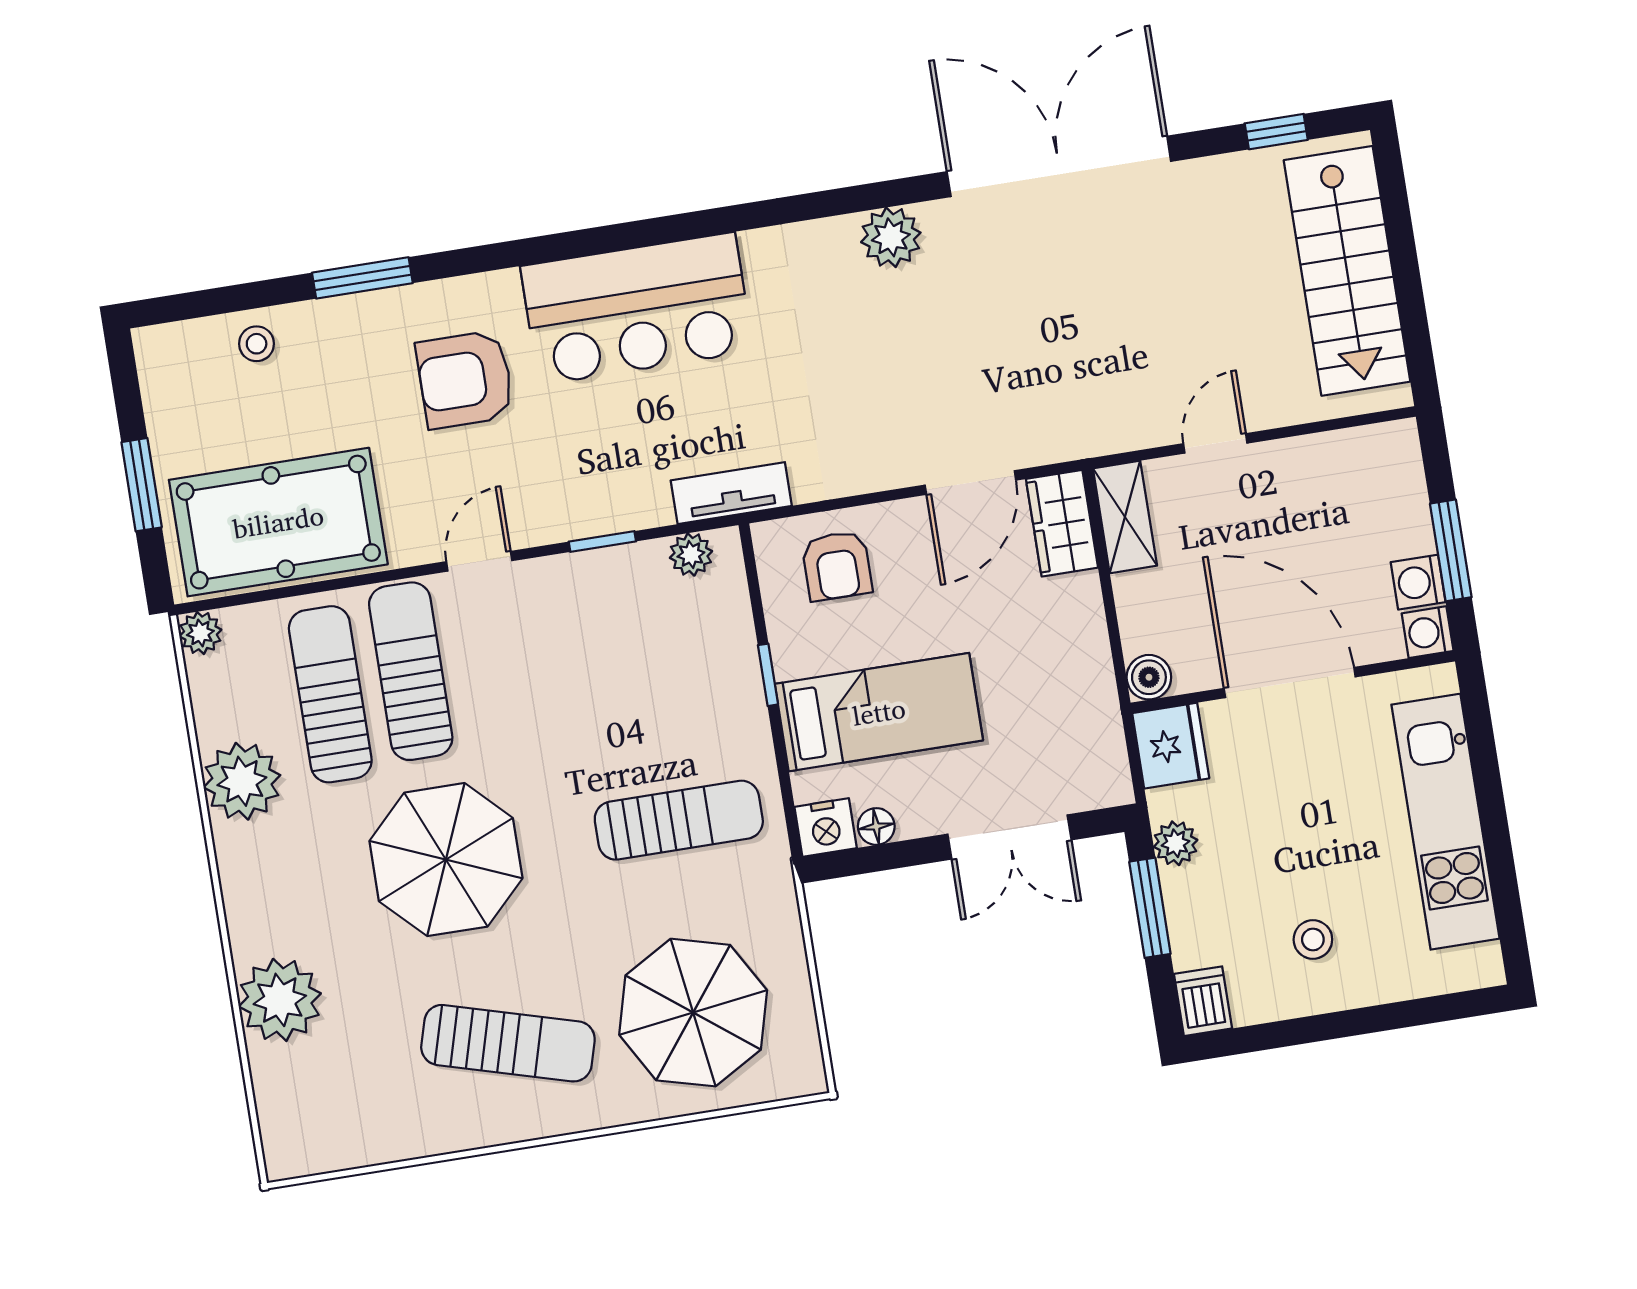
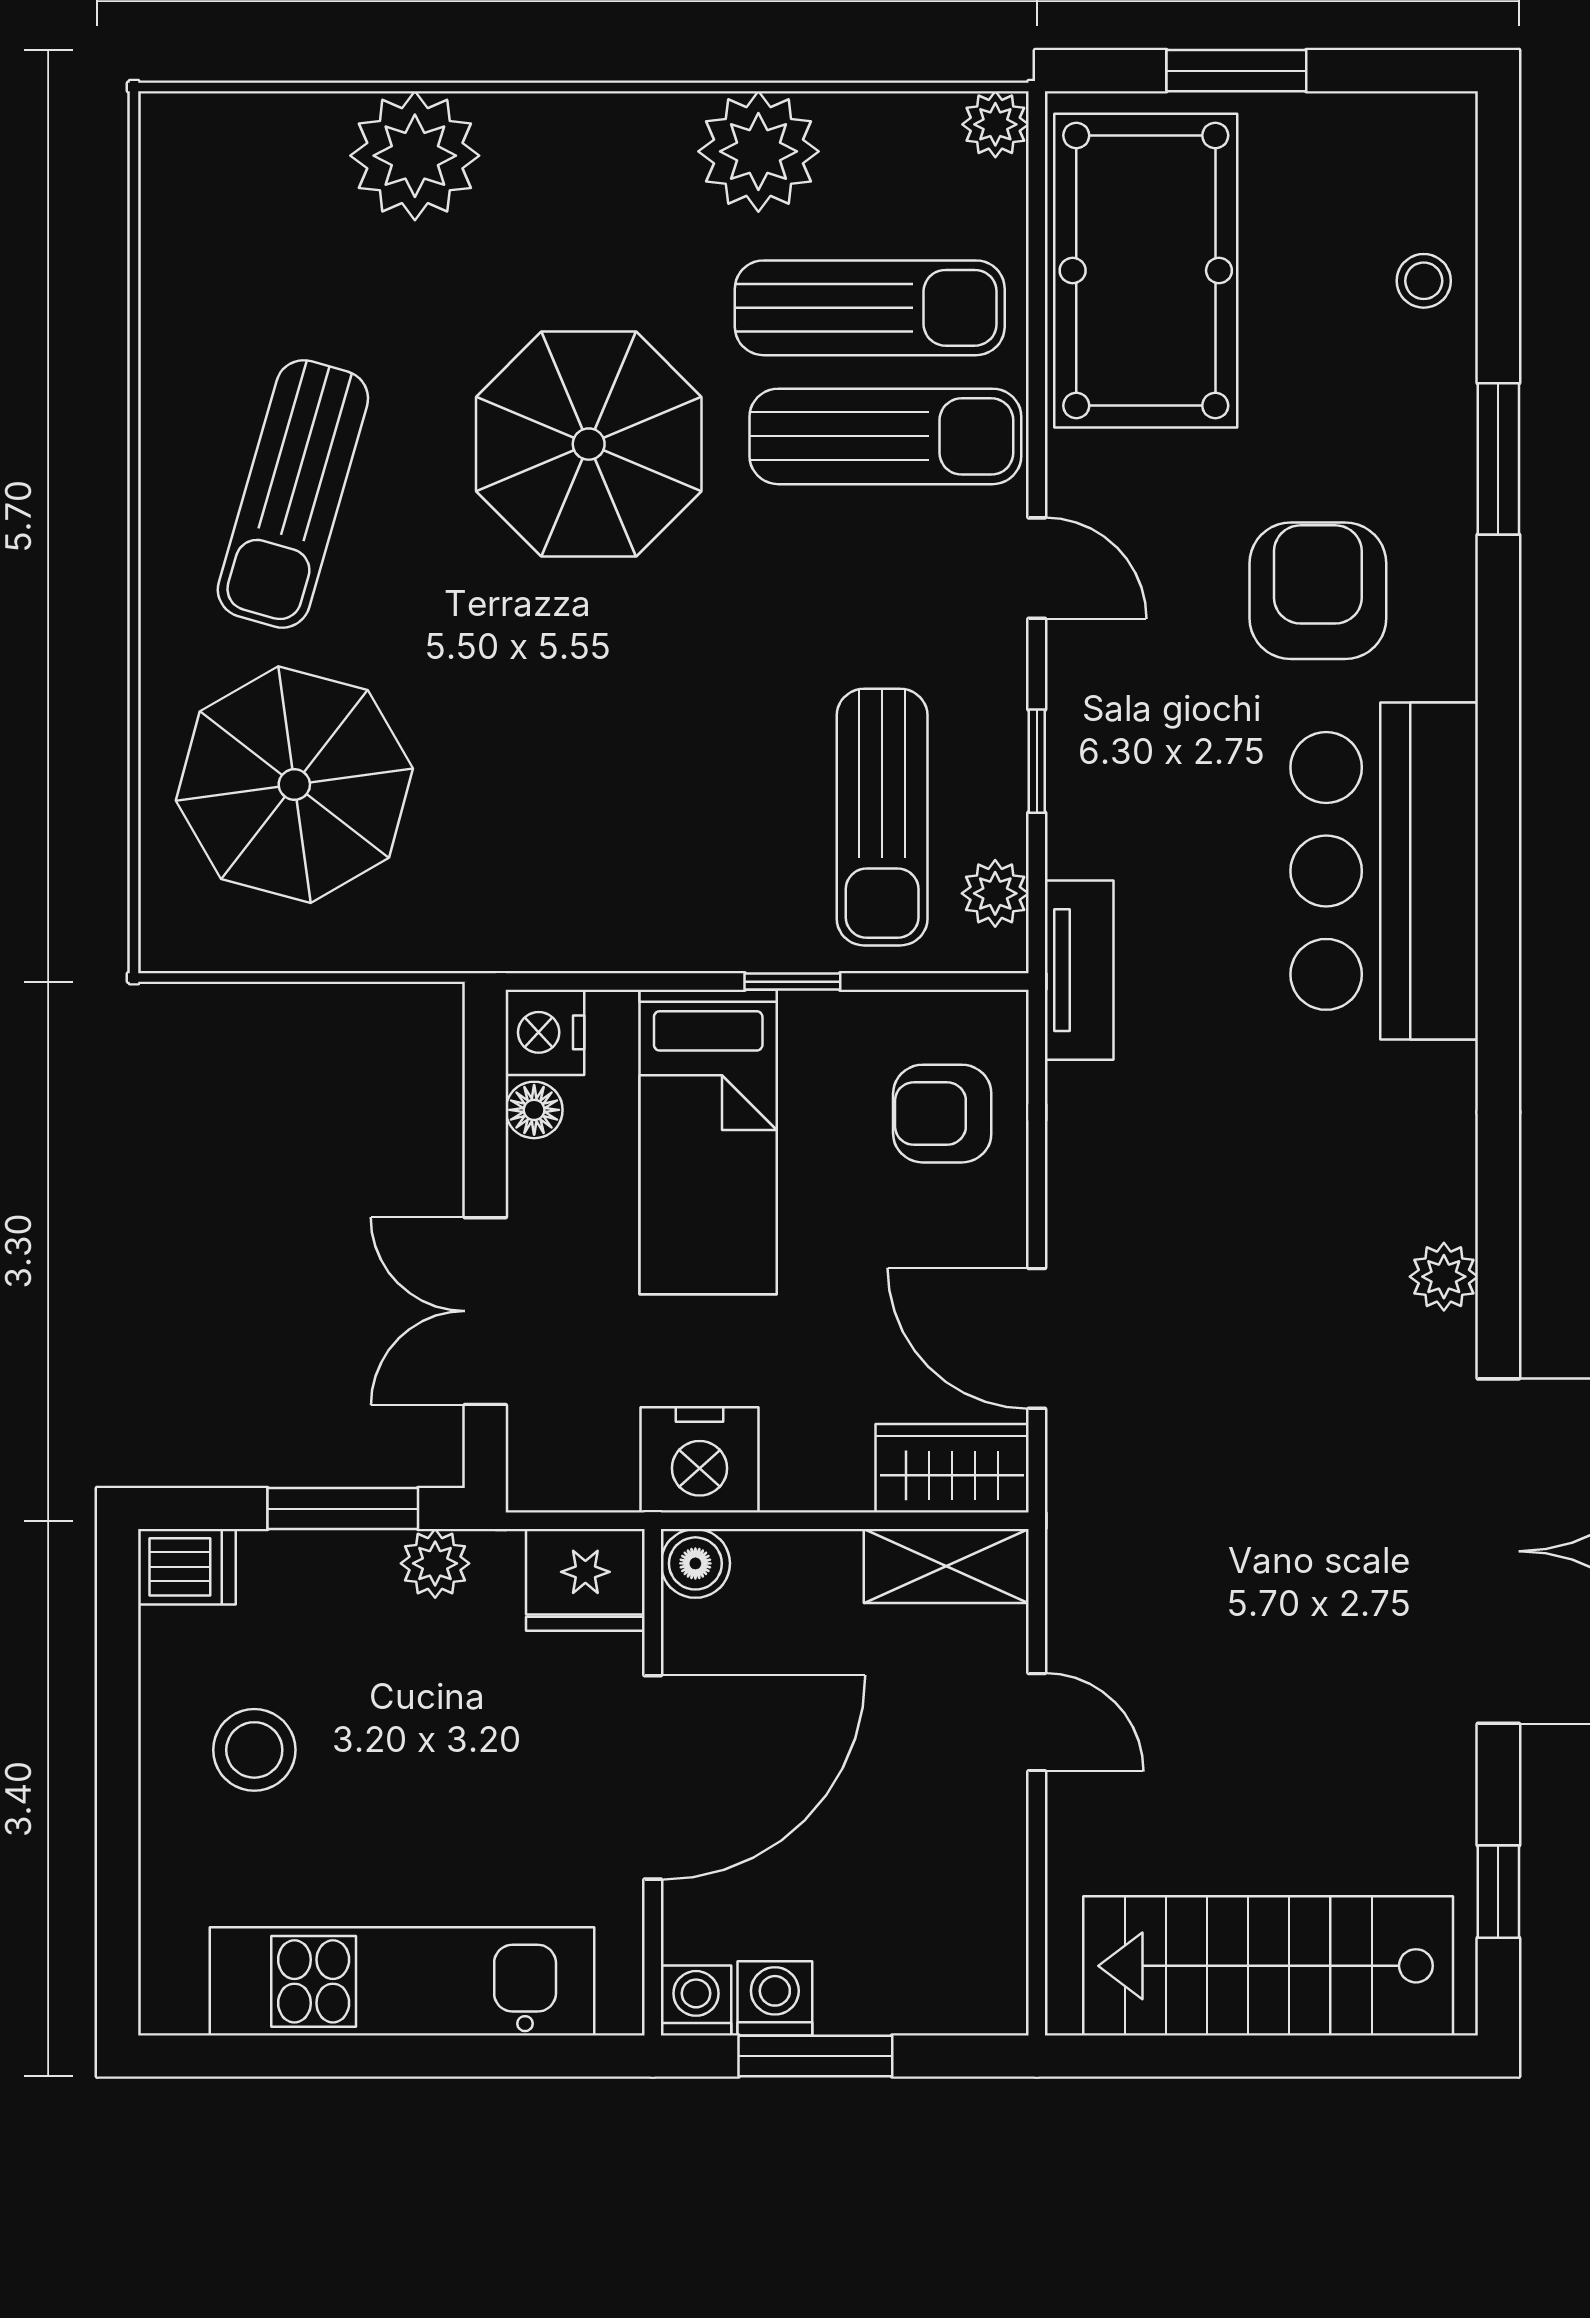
plant: (891, 237) -> (1444, 1277), width x0.73, depth x0.73
nightstand: (1082, 685) -> (700, 1460), added
sun lounger: (679, 820) -> (882, 817), moved
stool: (1313, 939) -> (254, 1750), width x1.37, depth x1.37

